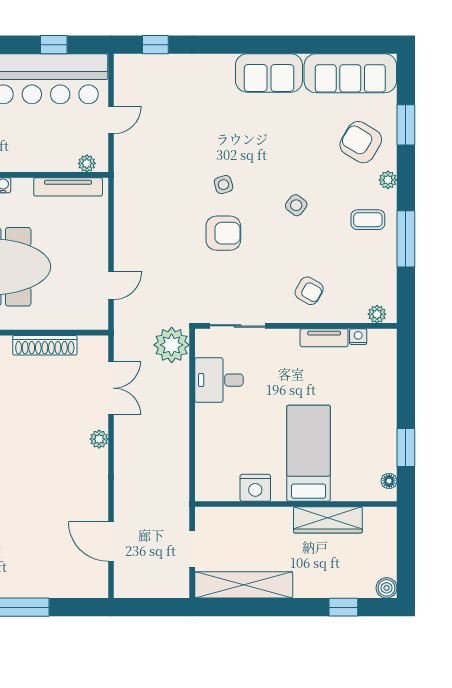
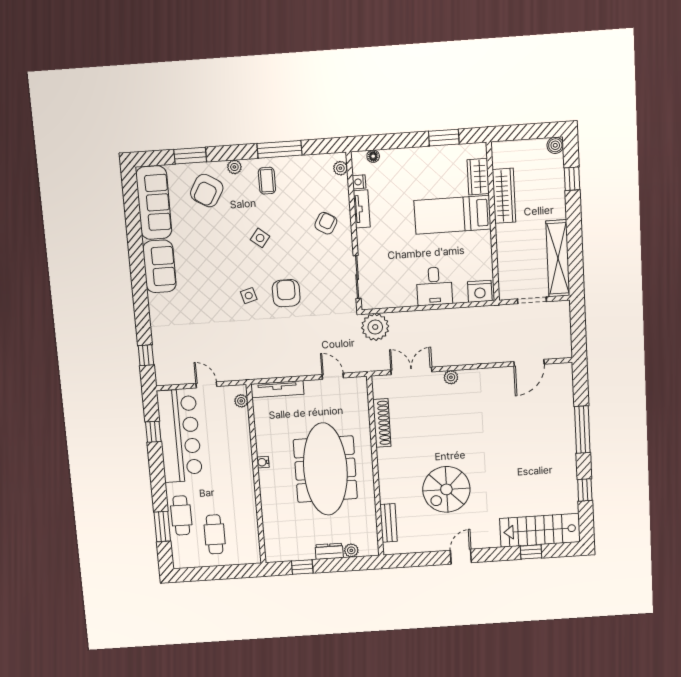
tv unit: (68, 187) -> (277, 389), moved, turned 90
desk: (219, 380) -> (434, 286), moved
floor lamp: (389, 481) -> (373, 156), moved
nightstand: (255, 488) -> (480, 291), moved, turned 90
wardrobe: (354, 488) -> (478, 177), added

